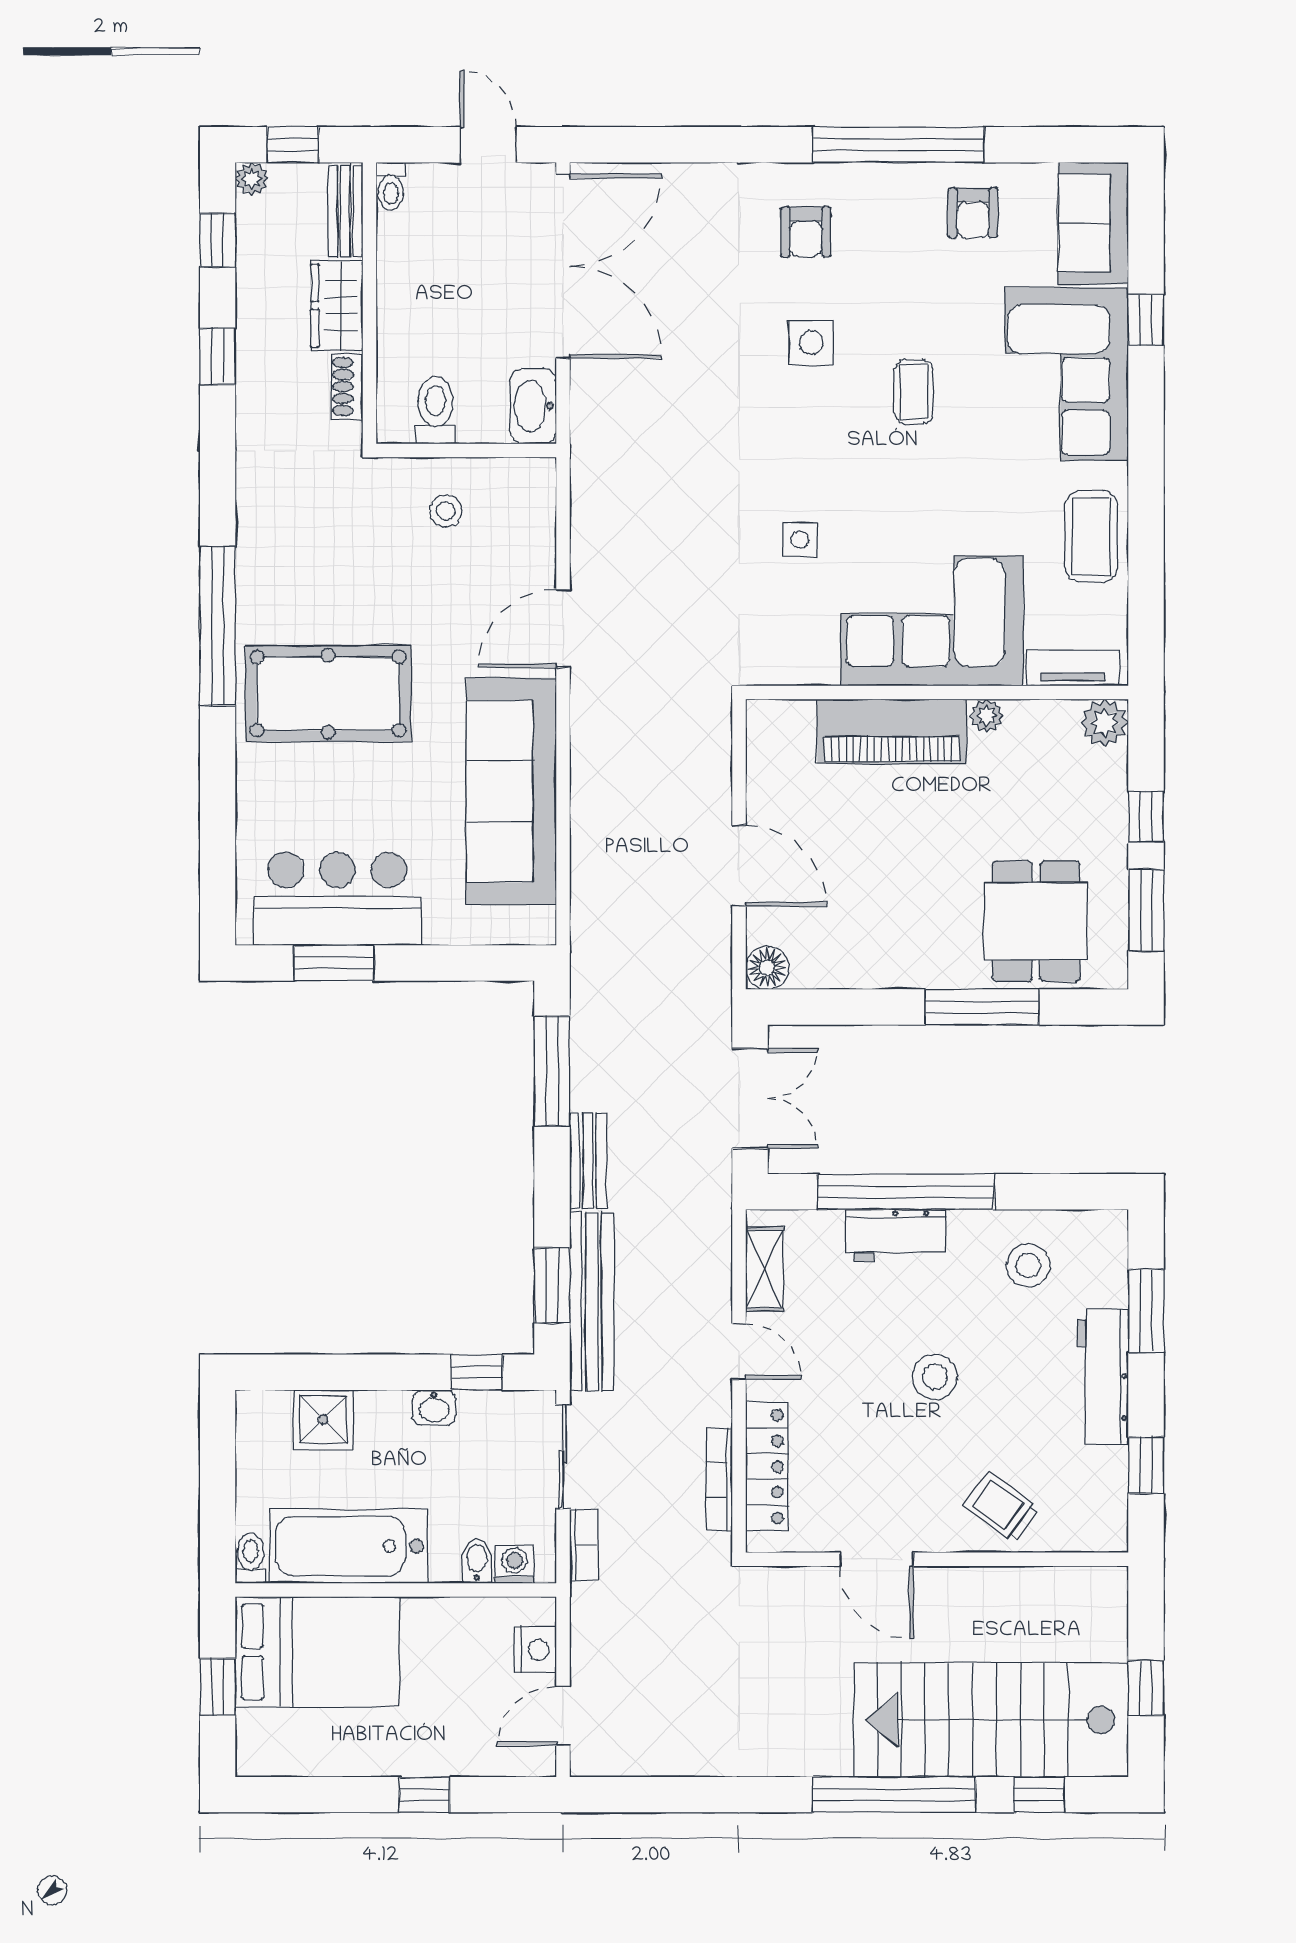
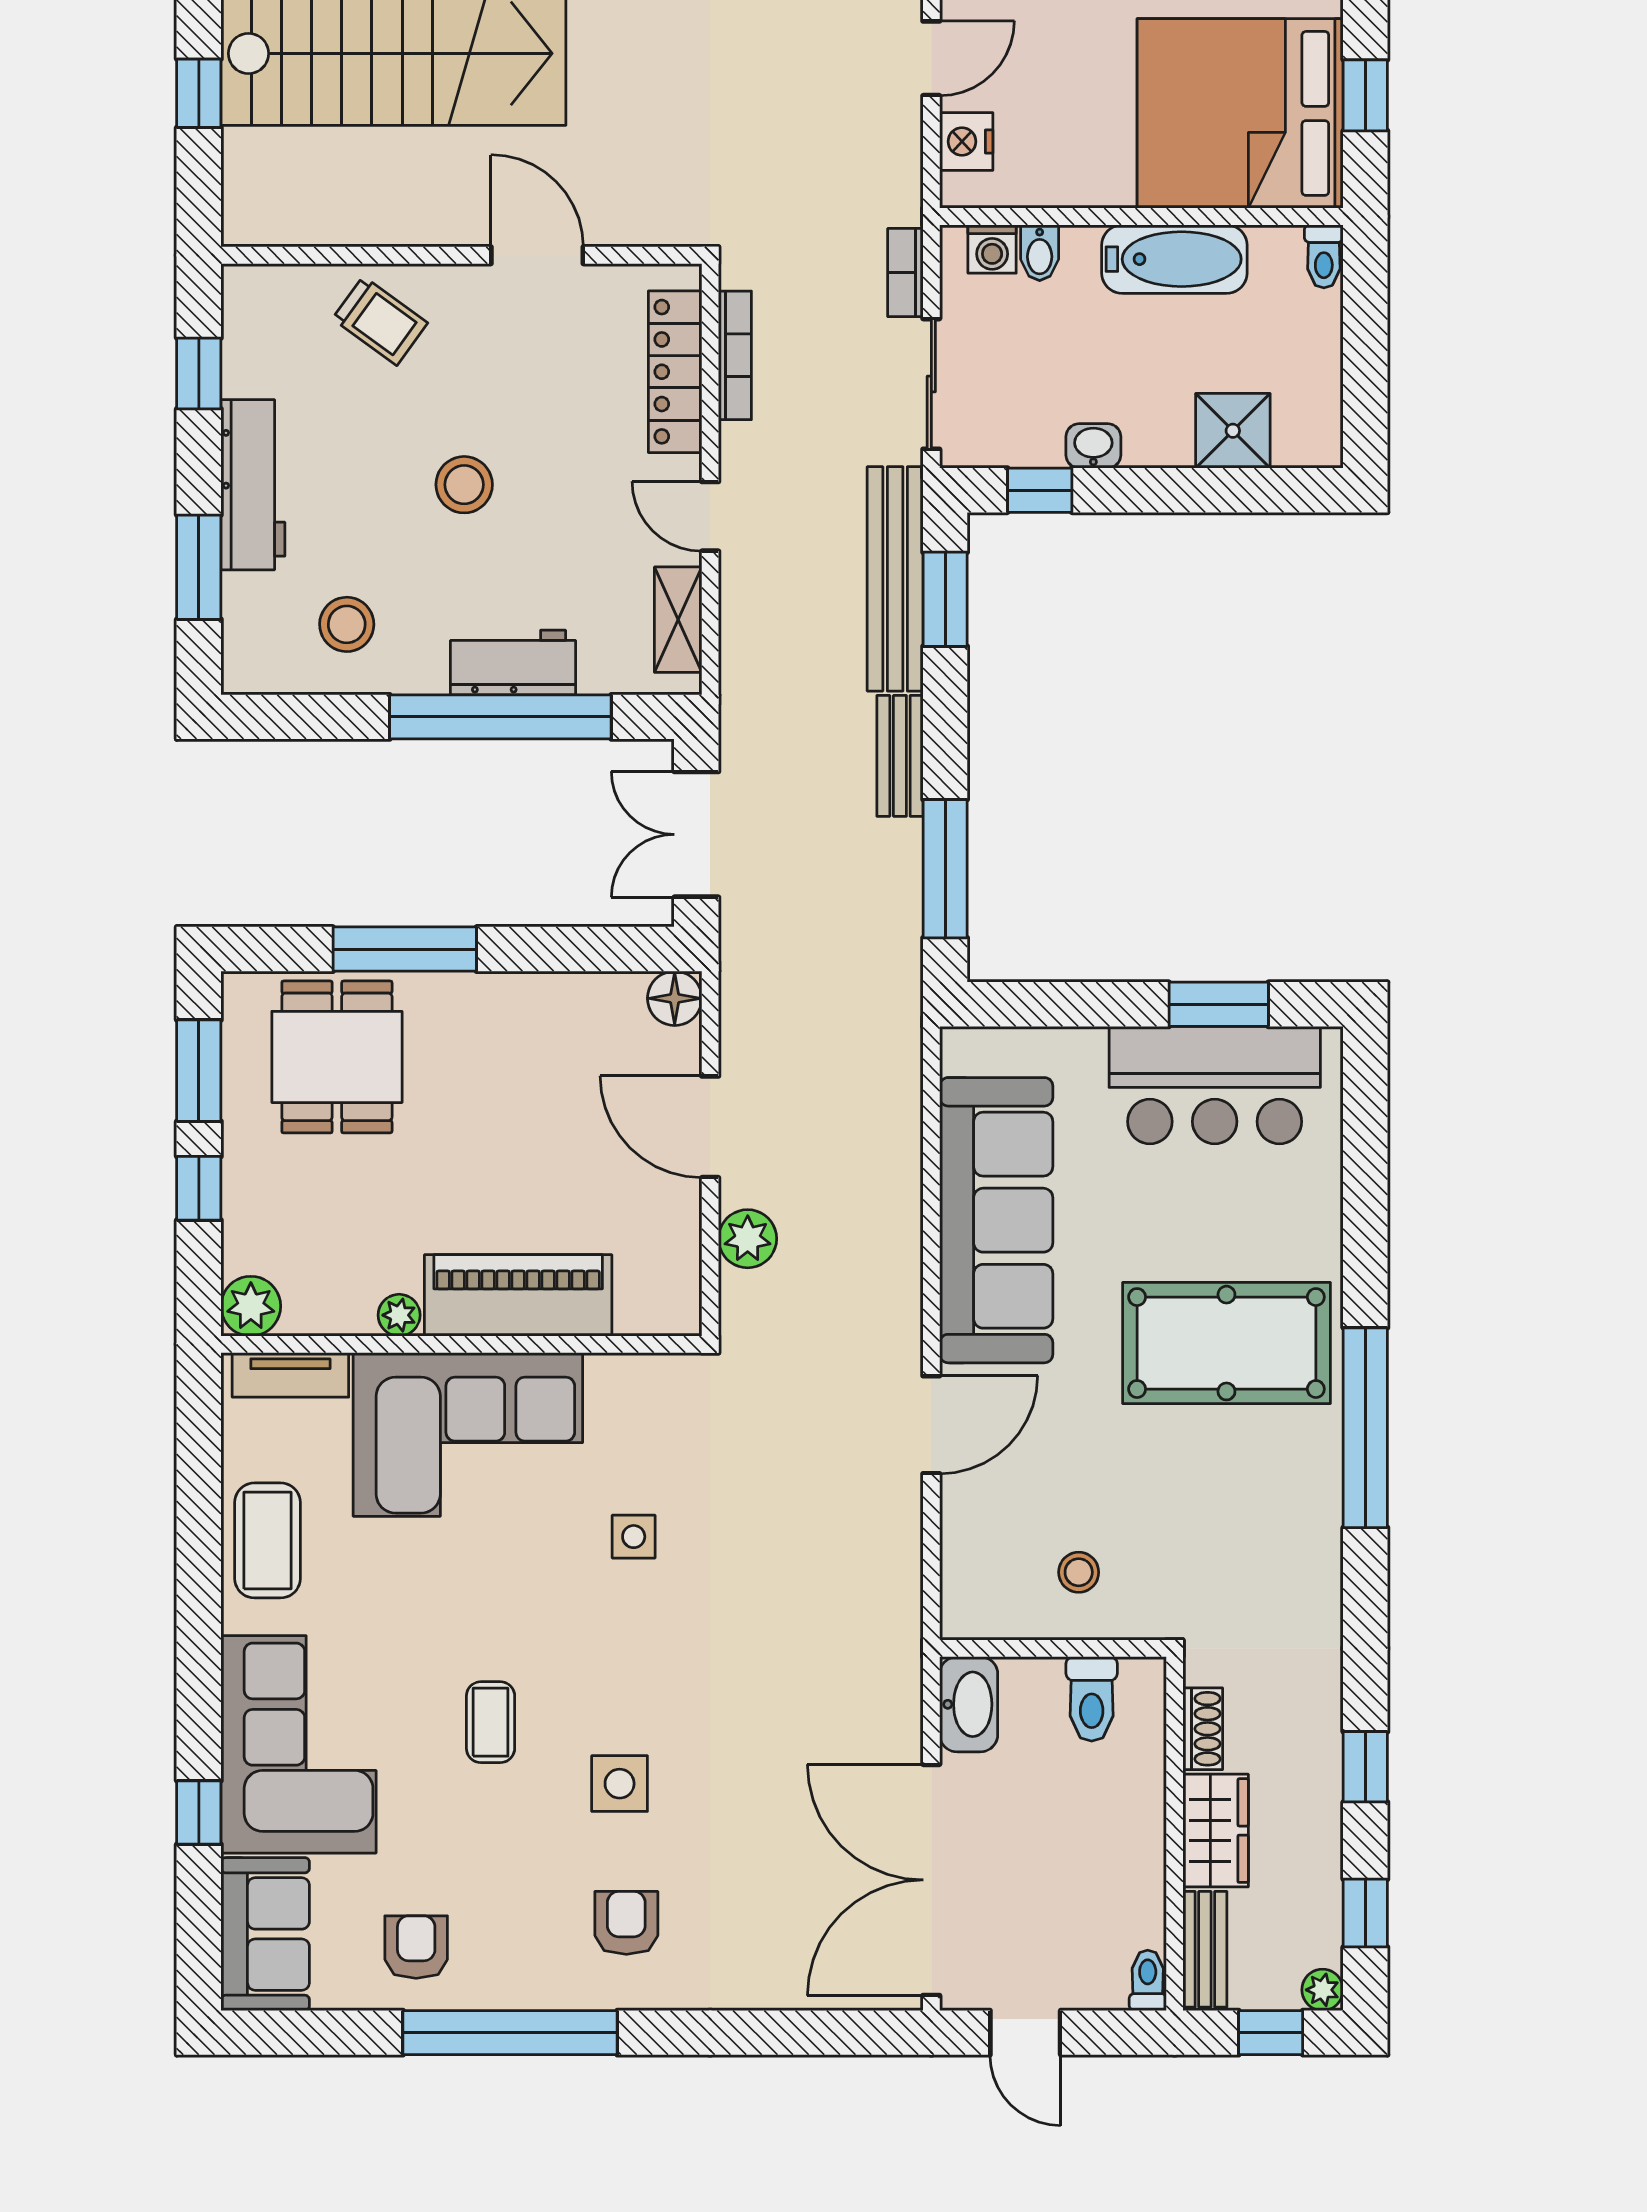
plant: (709, 777) -> (748, 1239), added
bathtub: (348, 1546) -> (1174, 259), width x0.73, depth x0.73
bed: (317, 1652) -> (1240, 113), width x1.36

